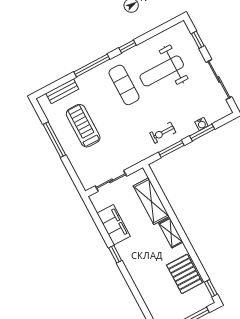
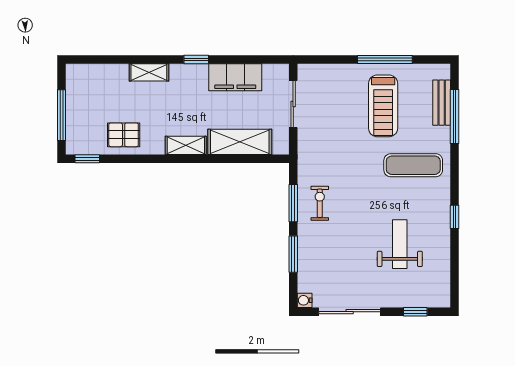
window: (92, 65) -> (454, 116), moved
weight bench: (162, 71) -> (400, 244), width x0.73, depth x0.75
exercise mat: (124, 85) -> (413, 165), moved
water cooler: (201, 124) -> (305, 300), moved
treadmill: (83, 126) -> (383, 106), turned 90
pallet: (184, 274) -> (124, 135), width x0.67, depth x0.71
shelving: (138, 279) -> (149, 72), added

